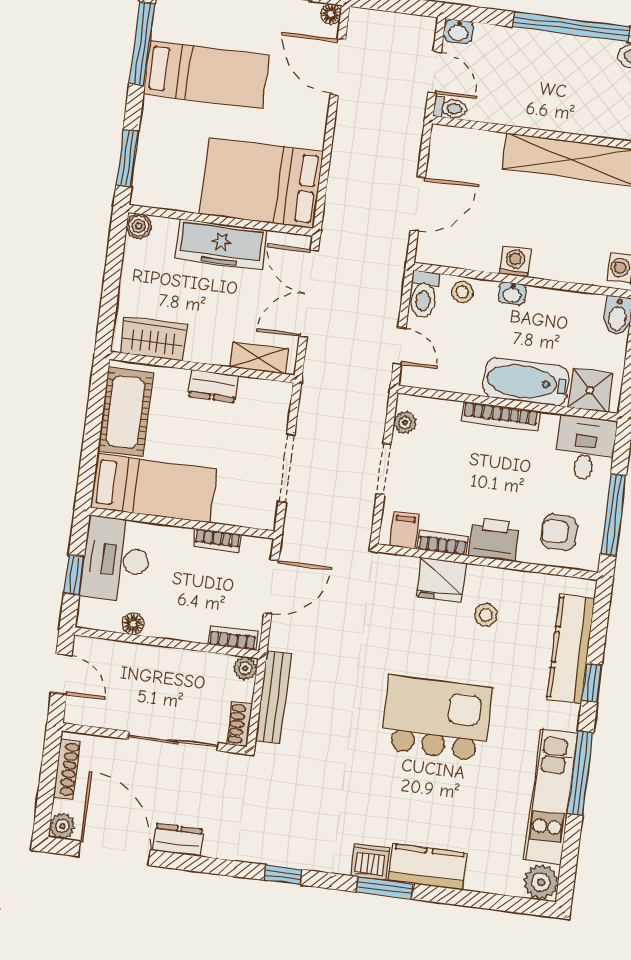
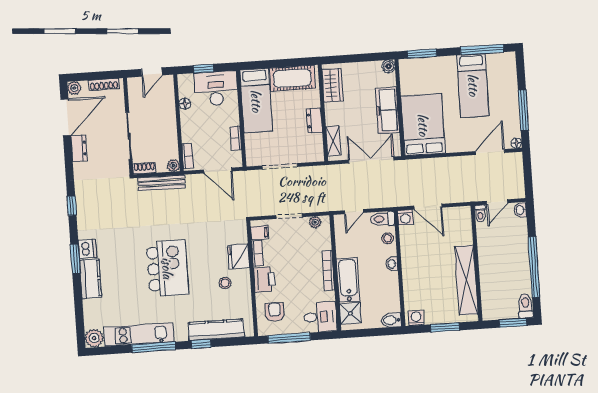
washing machine: (515, 262) -> (405, 217), moved, turned 90

